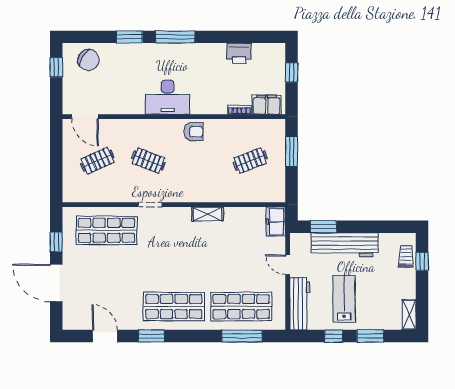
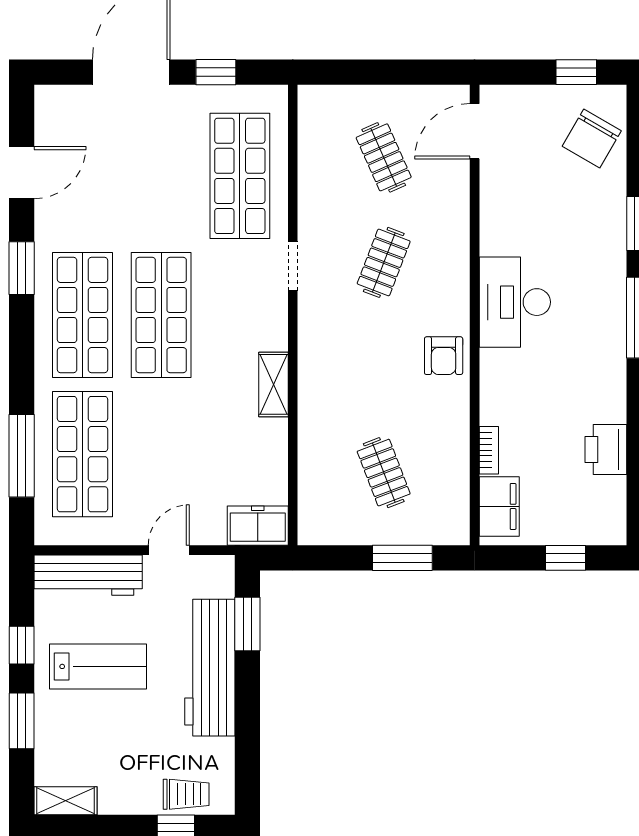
shop shelf: (174, 268) -> (161, 315), added

